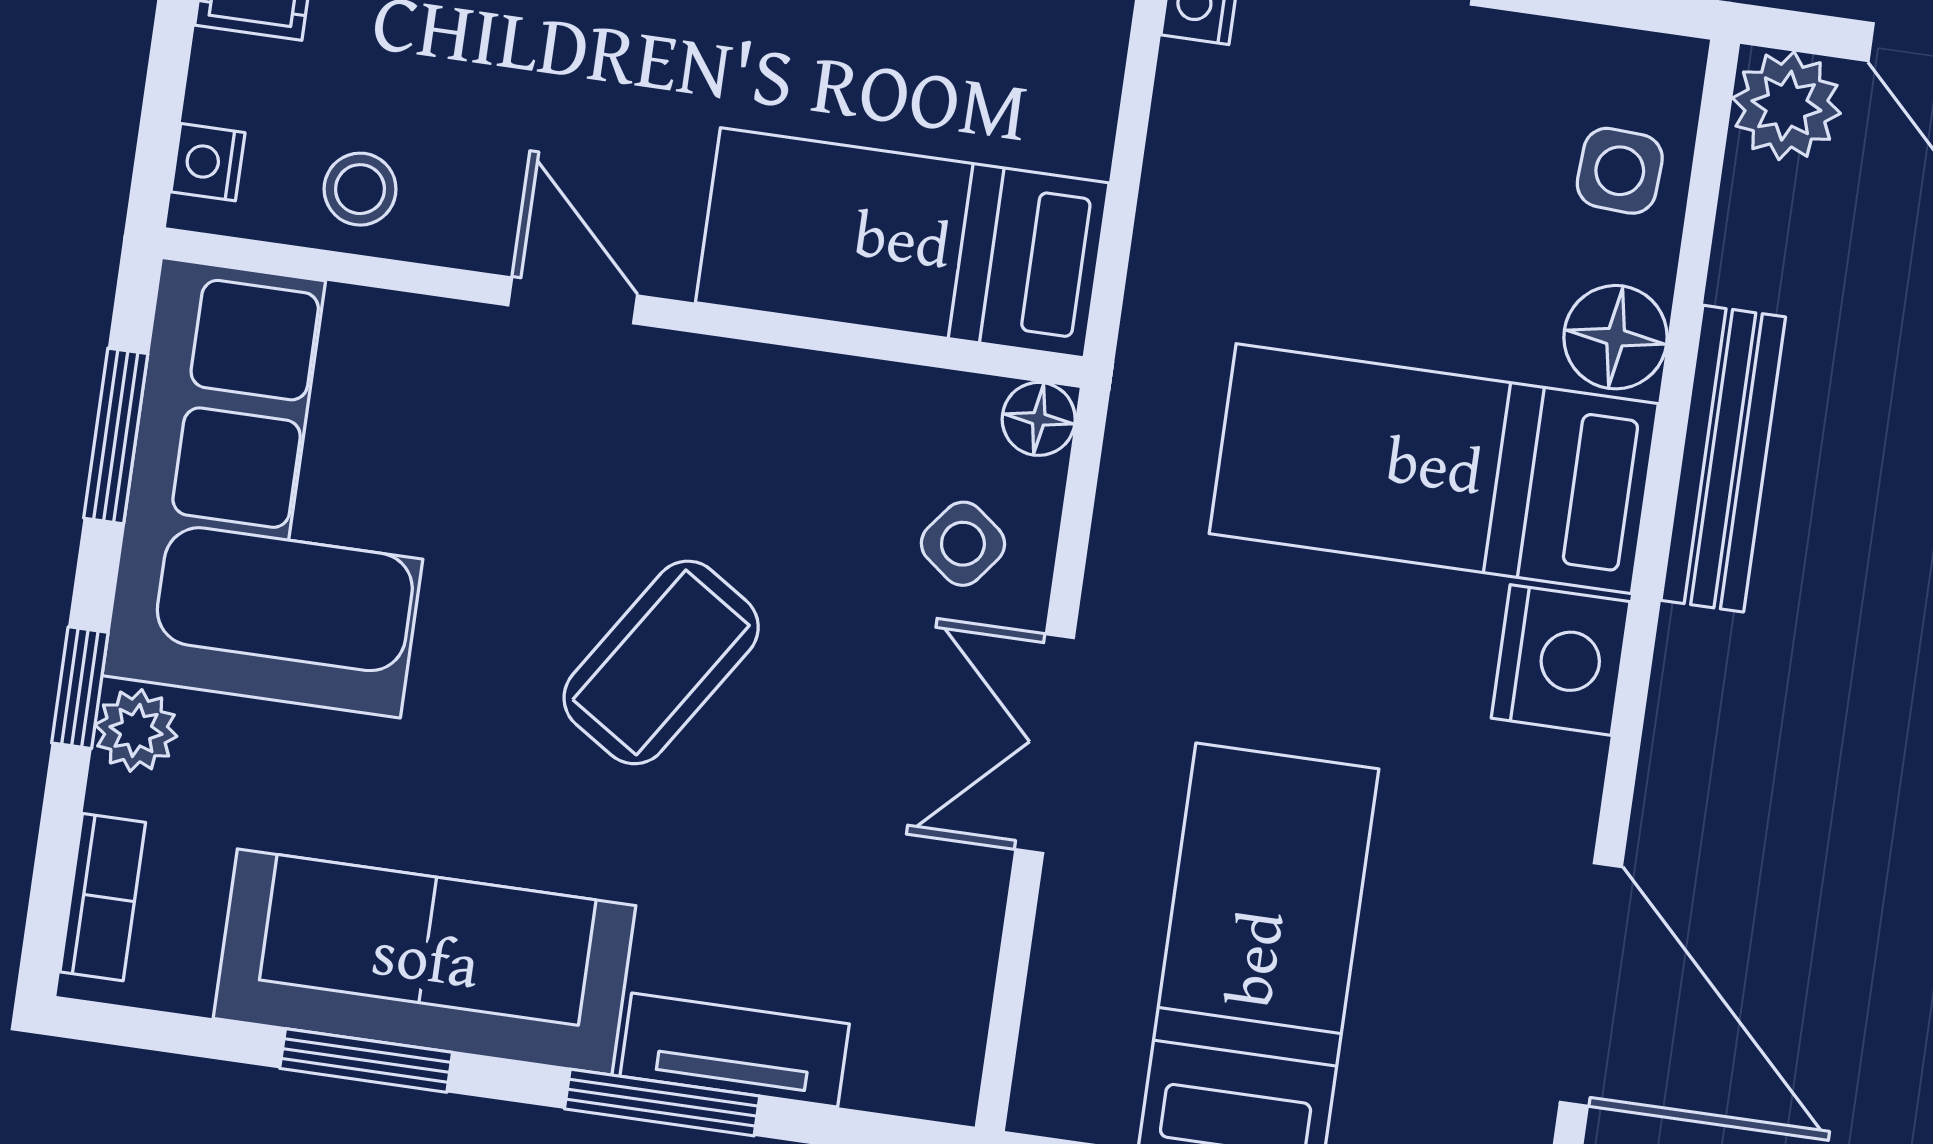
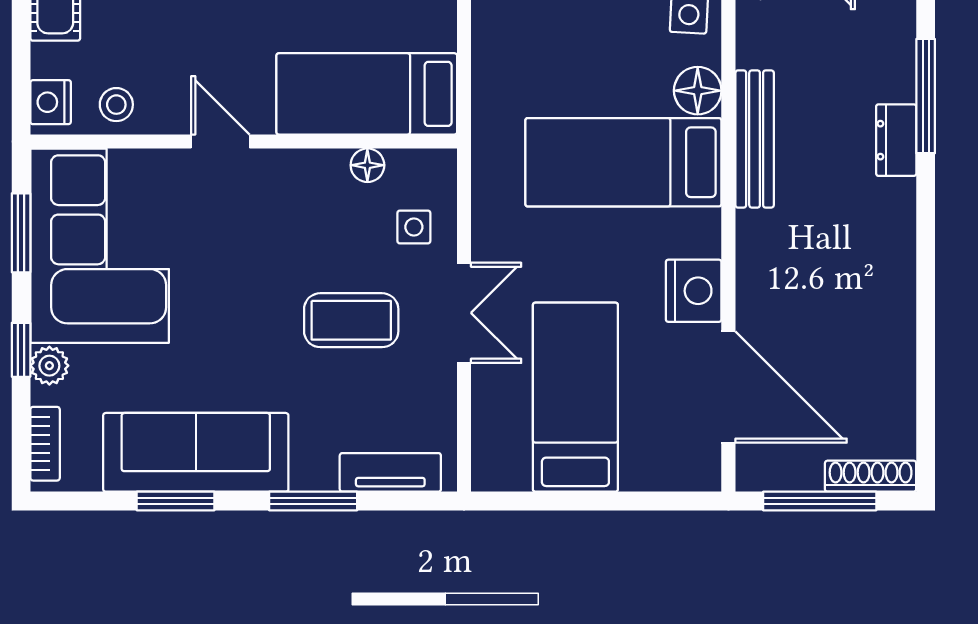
nightstand: (208, 162) -> (51, 102), width x1.39, depth x1.35
floor lamp: (1039, 419) -> (367, 165), moved
side table: (963, 544) -> (414, 227), turned -38
nightstand: (1561, 660) -> (694, 291), moved
coffee table: (661, 662) -> (351, 320), moved, turned 57
double door: (1045, 744) -> (464, 313), swing flipped
tv unit: (735, 1050) -> (390, 472), moved

